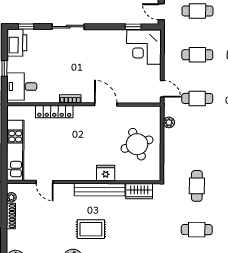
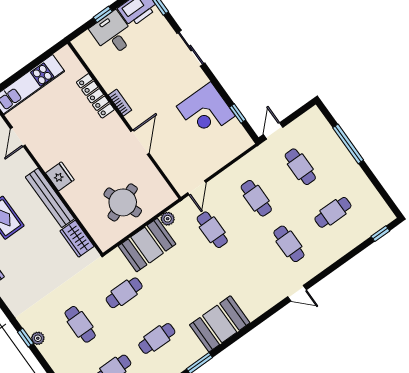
corner desk: (144, 47) -> (206, 111), moved, turned -90
desk: (22, 87) -> (113, 34), moved
booth: (176, 148) -> (147, 245), added
fridge: (106, 173) -> (60, 176), moved

